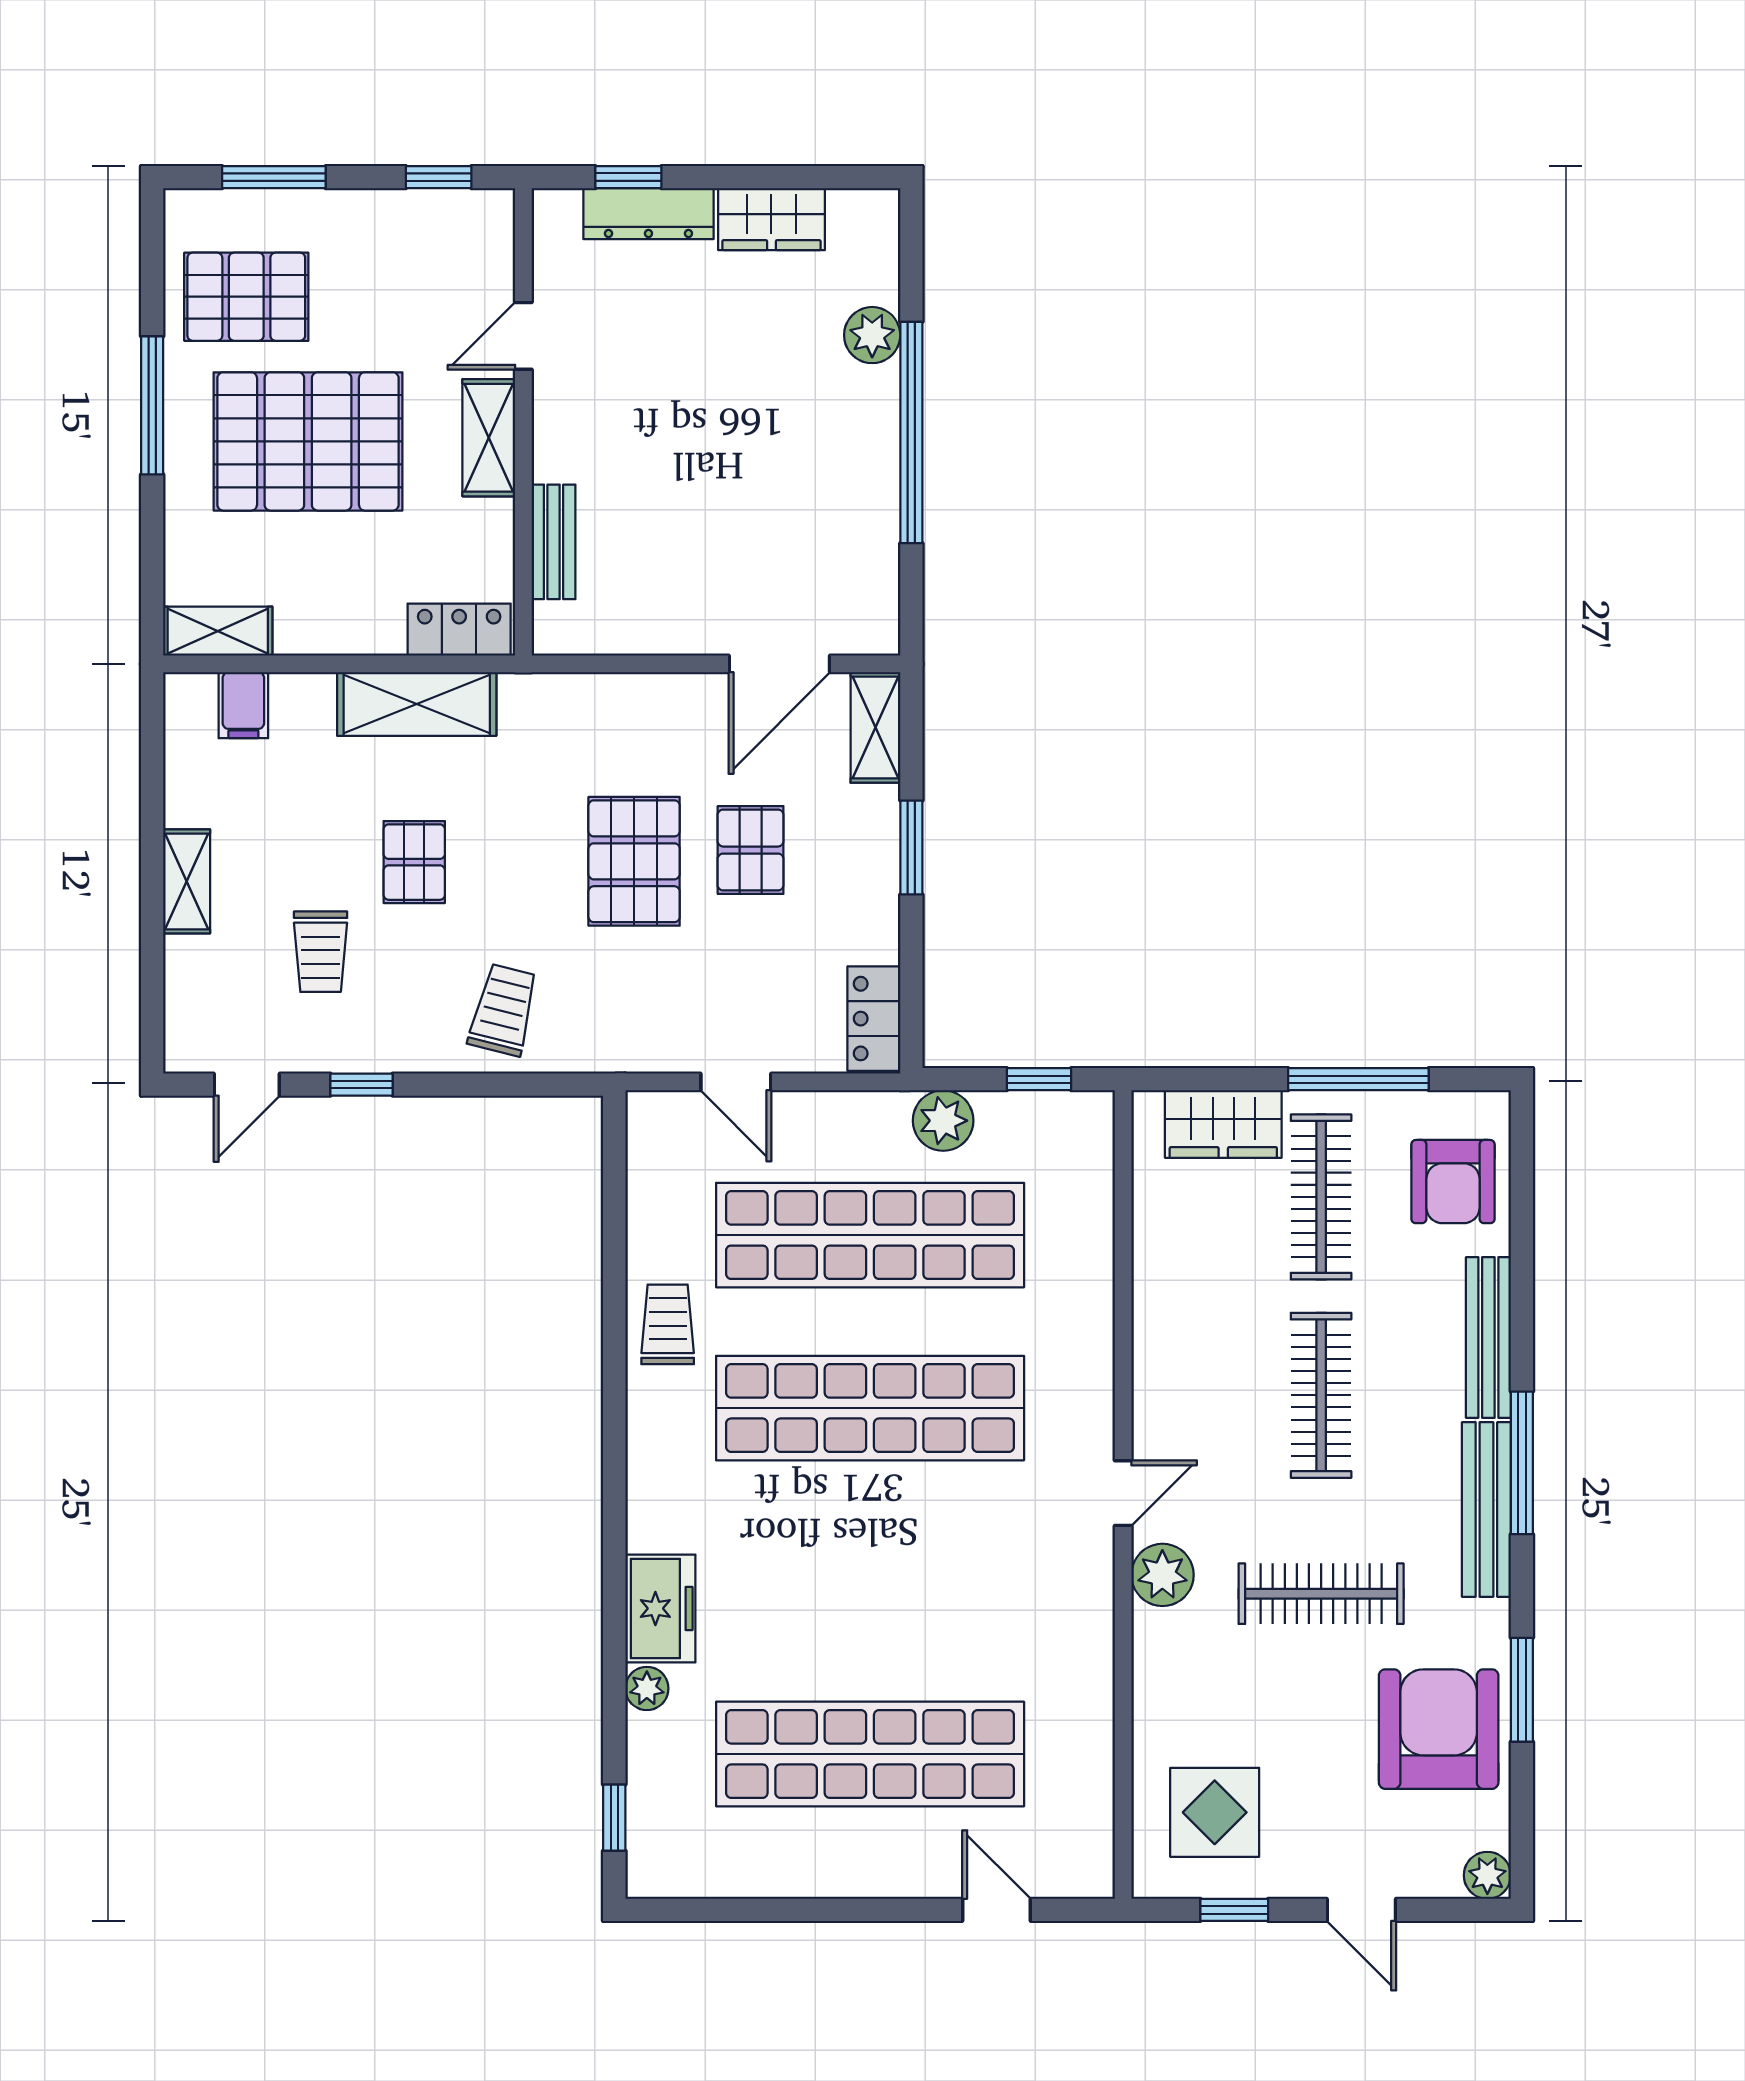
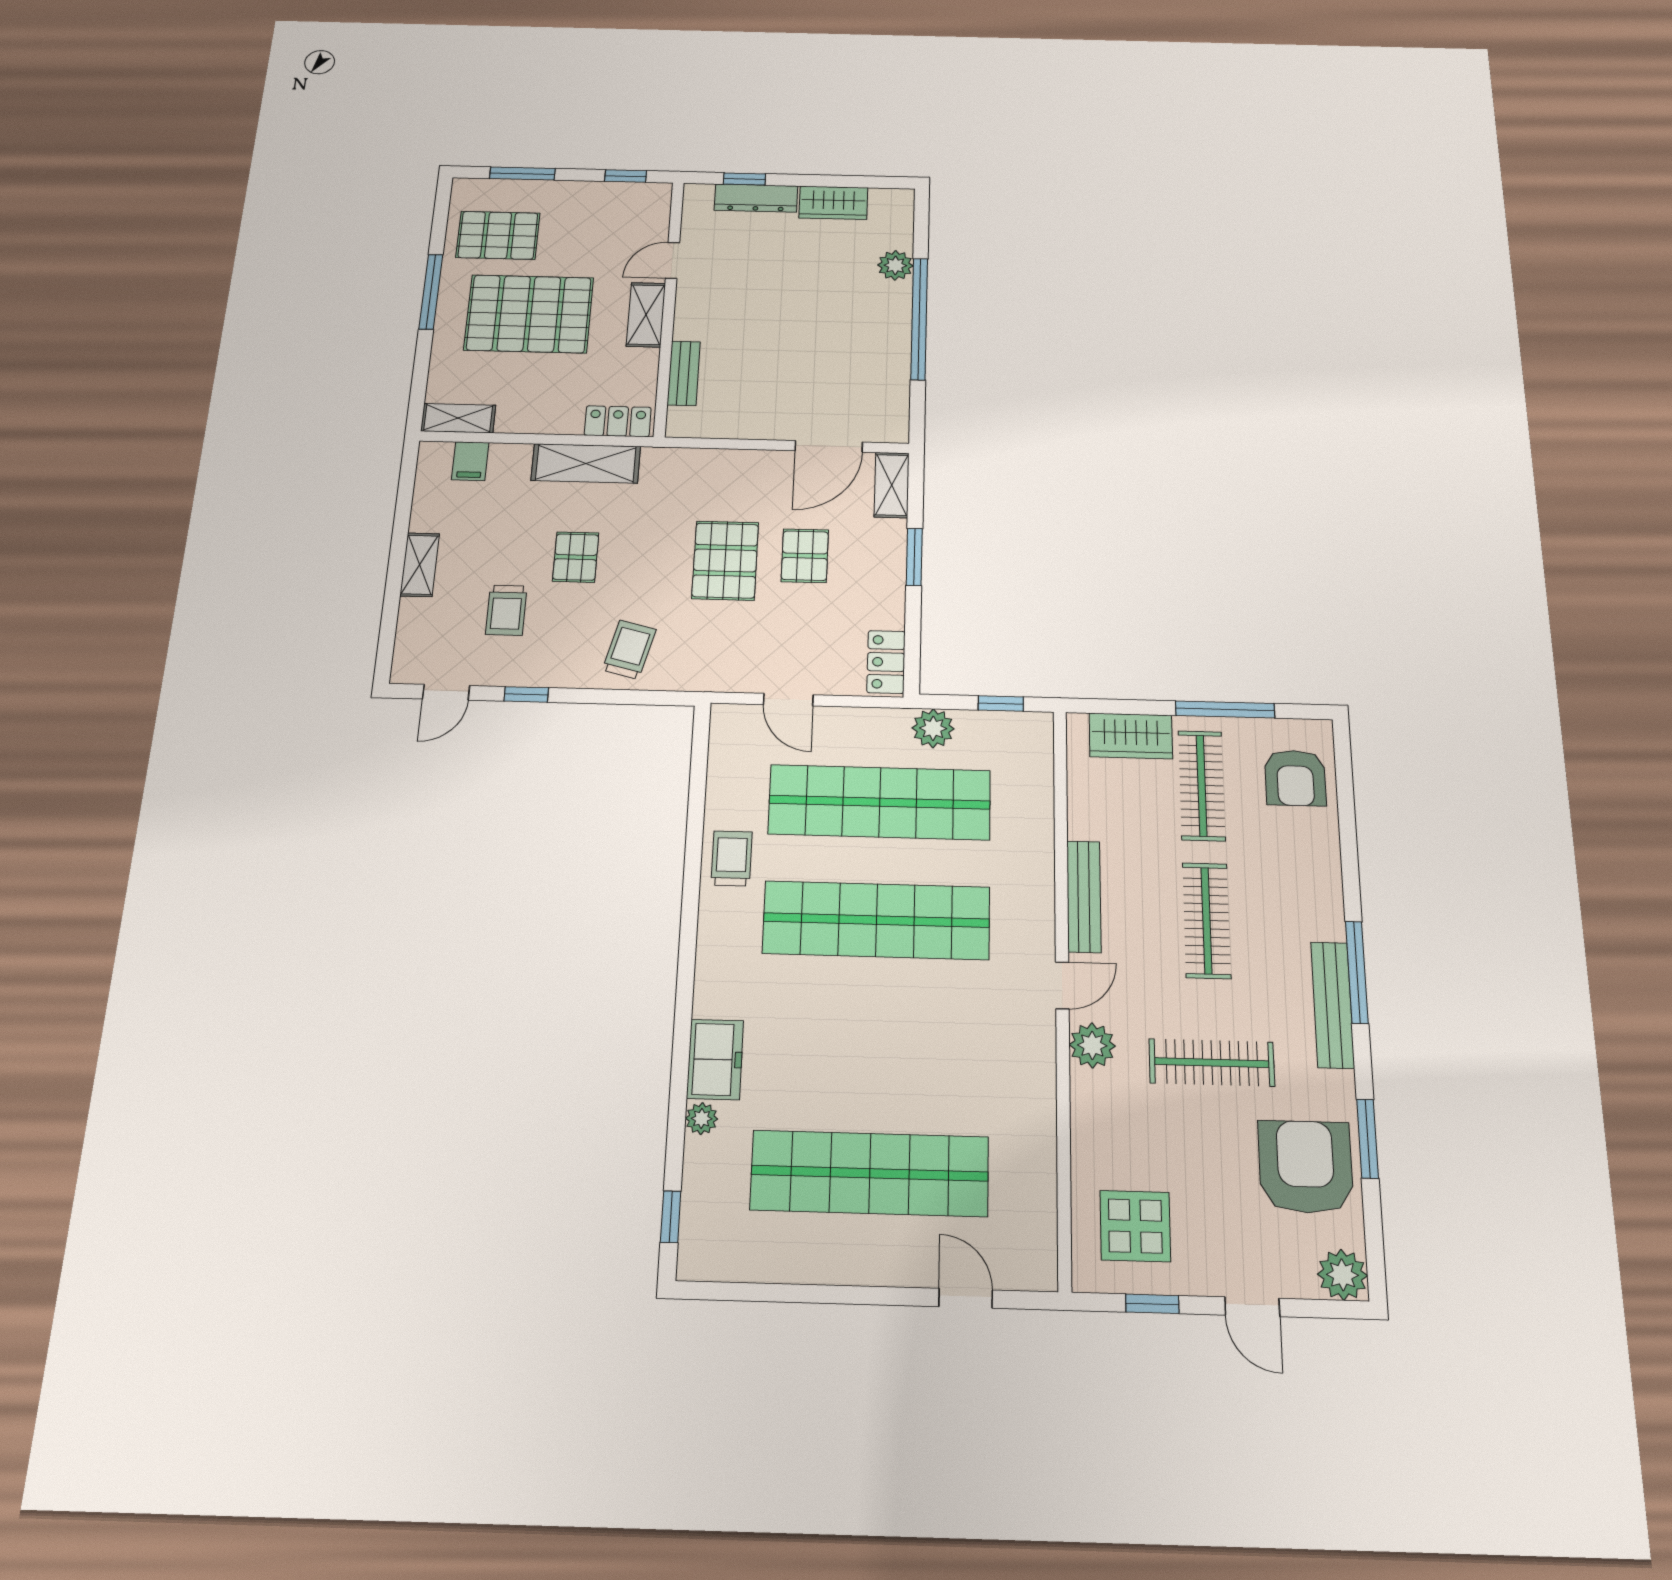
bench: (1488, 1337) -> (1084, 896), moved
plant: (1487, 1875) -> (1342, 1275), width x1.38, depth x1.38

